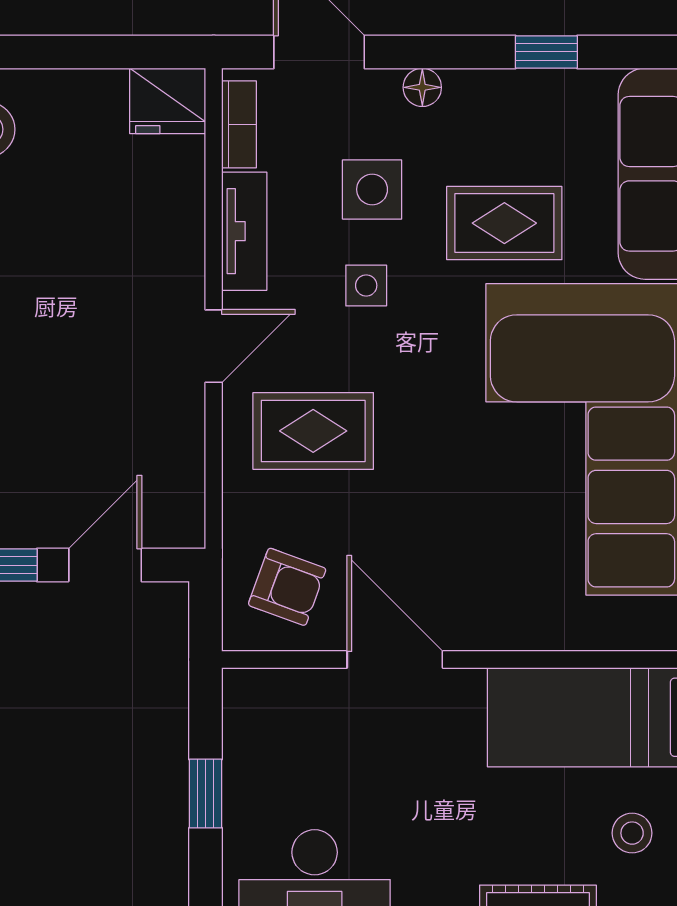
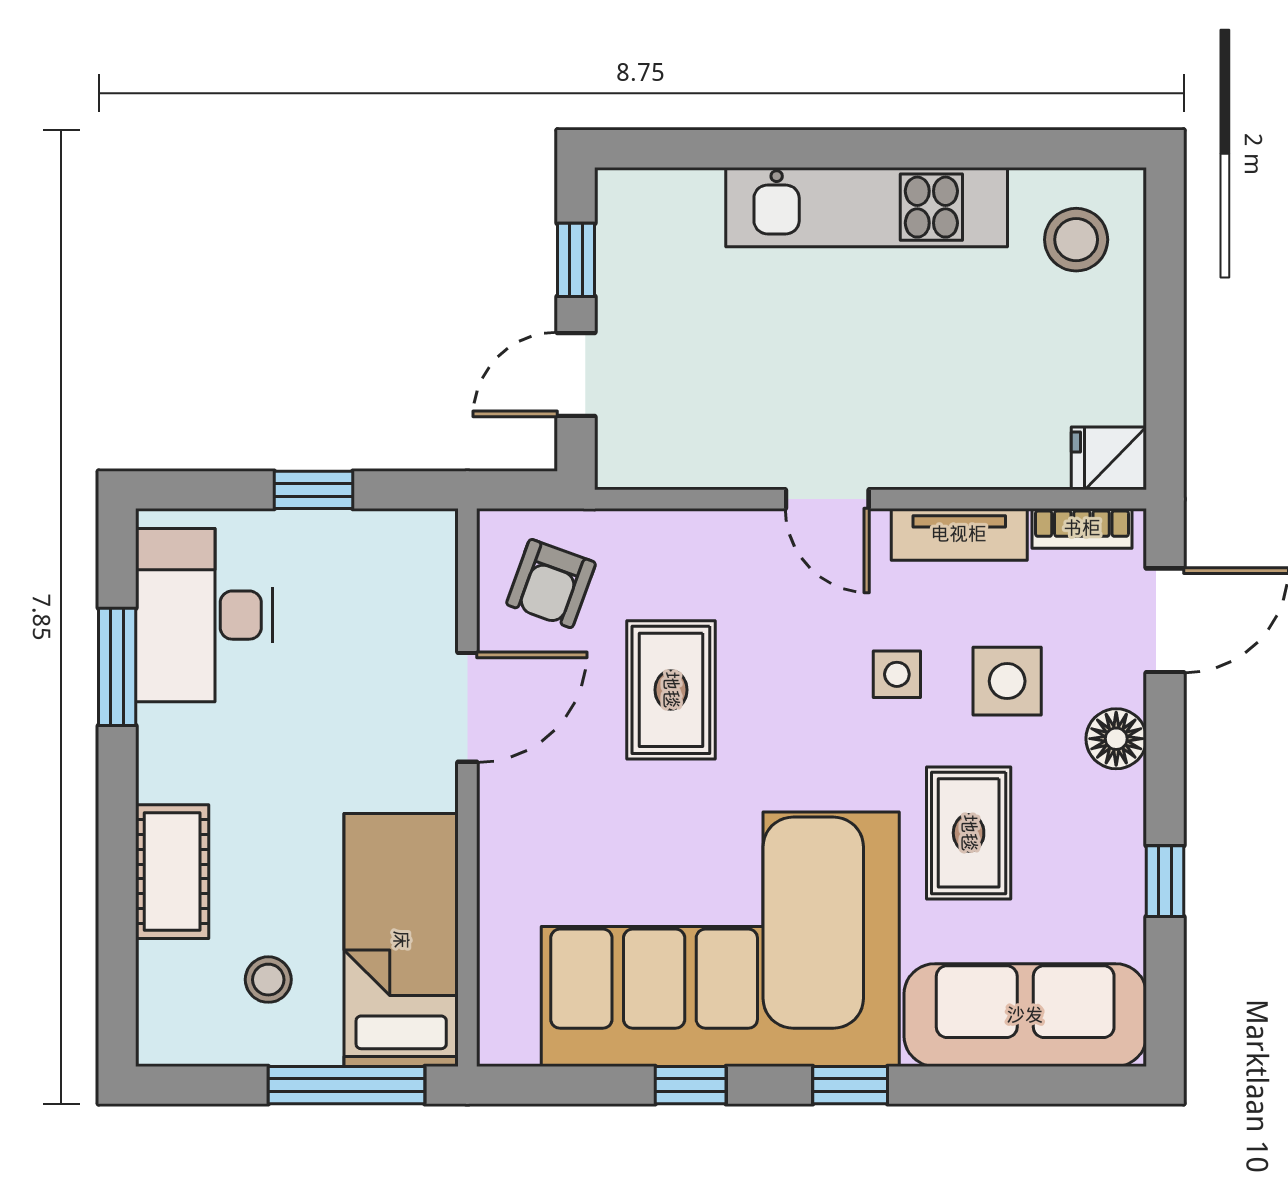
floor lamp: (422, 87) -> (1116, 739), width x1.37, depth x1.37
fridge: (168, 101) -> (1109, 458), width x0.72
rug: (313, 431) -> (671, 690), moved
door: (105, 565) -> (576, 374), swing flipped

